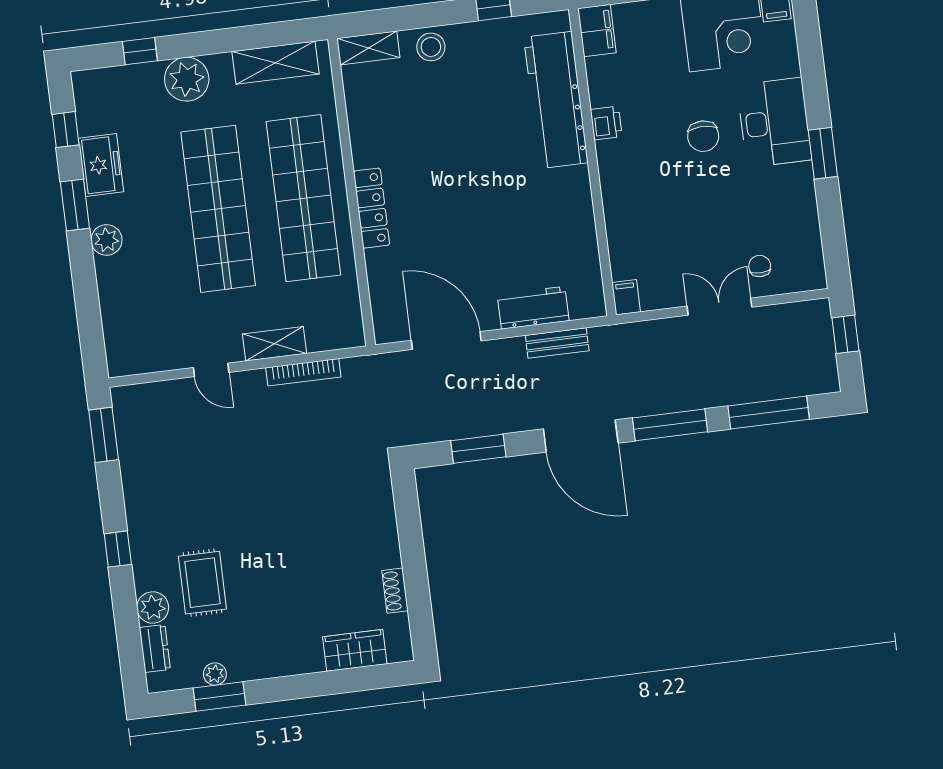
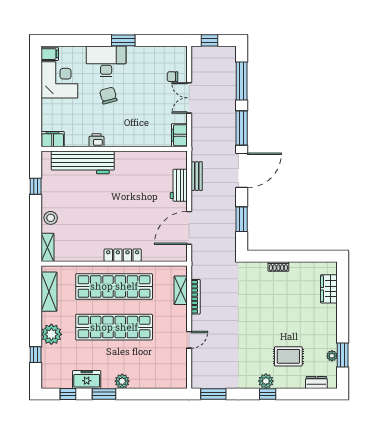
chair: (703, 136) -> (108, 96), turned -105
filing cabinet: (626, 297) -> (179, 135), width x2.00
shelving: (275, 344) -> (181, 290), moved
shoe rack: (395, 591) -> (278, 267), moved
plant: (153, 607) -> (266, 381), moved

